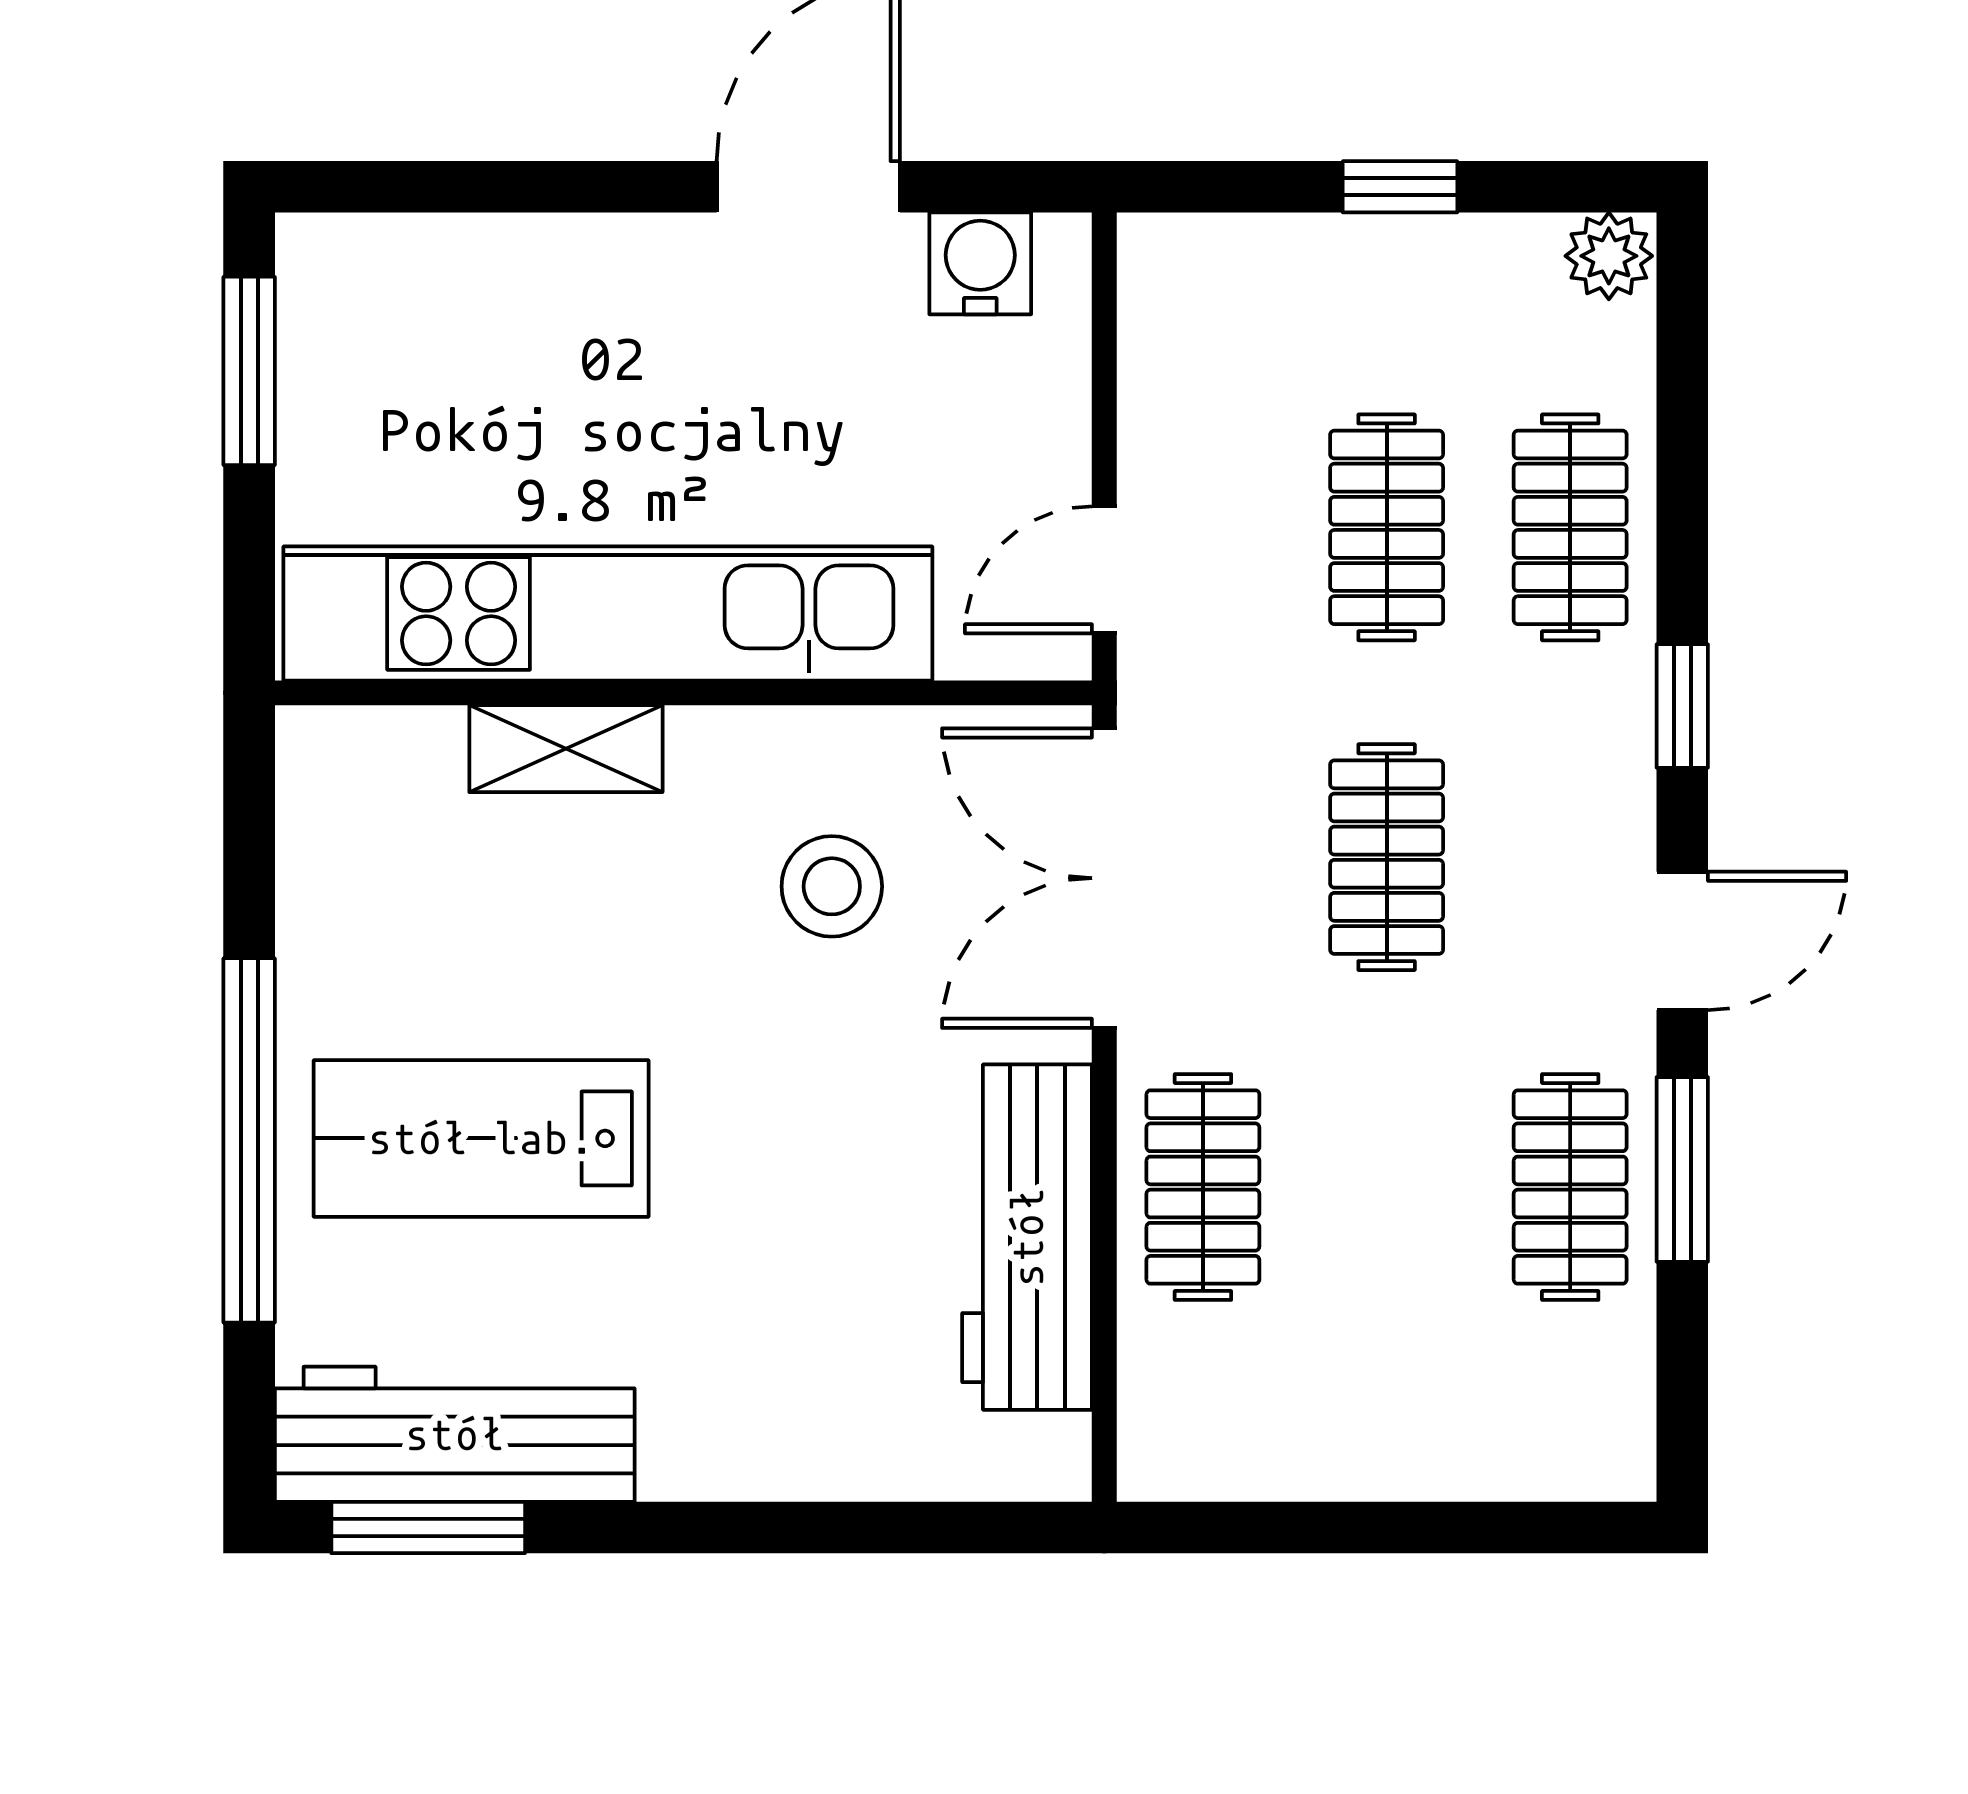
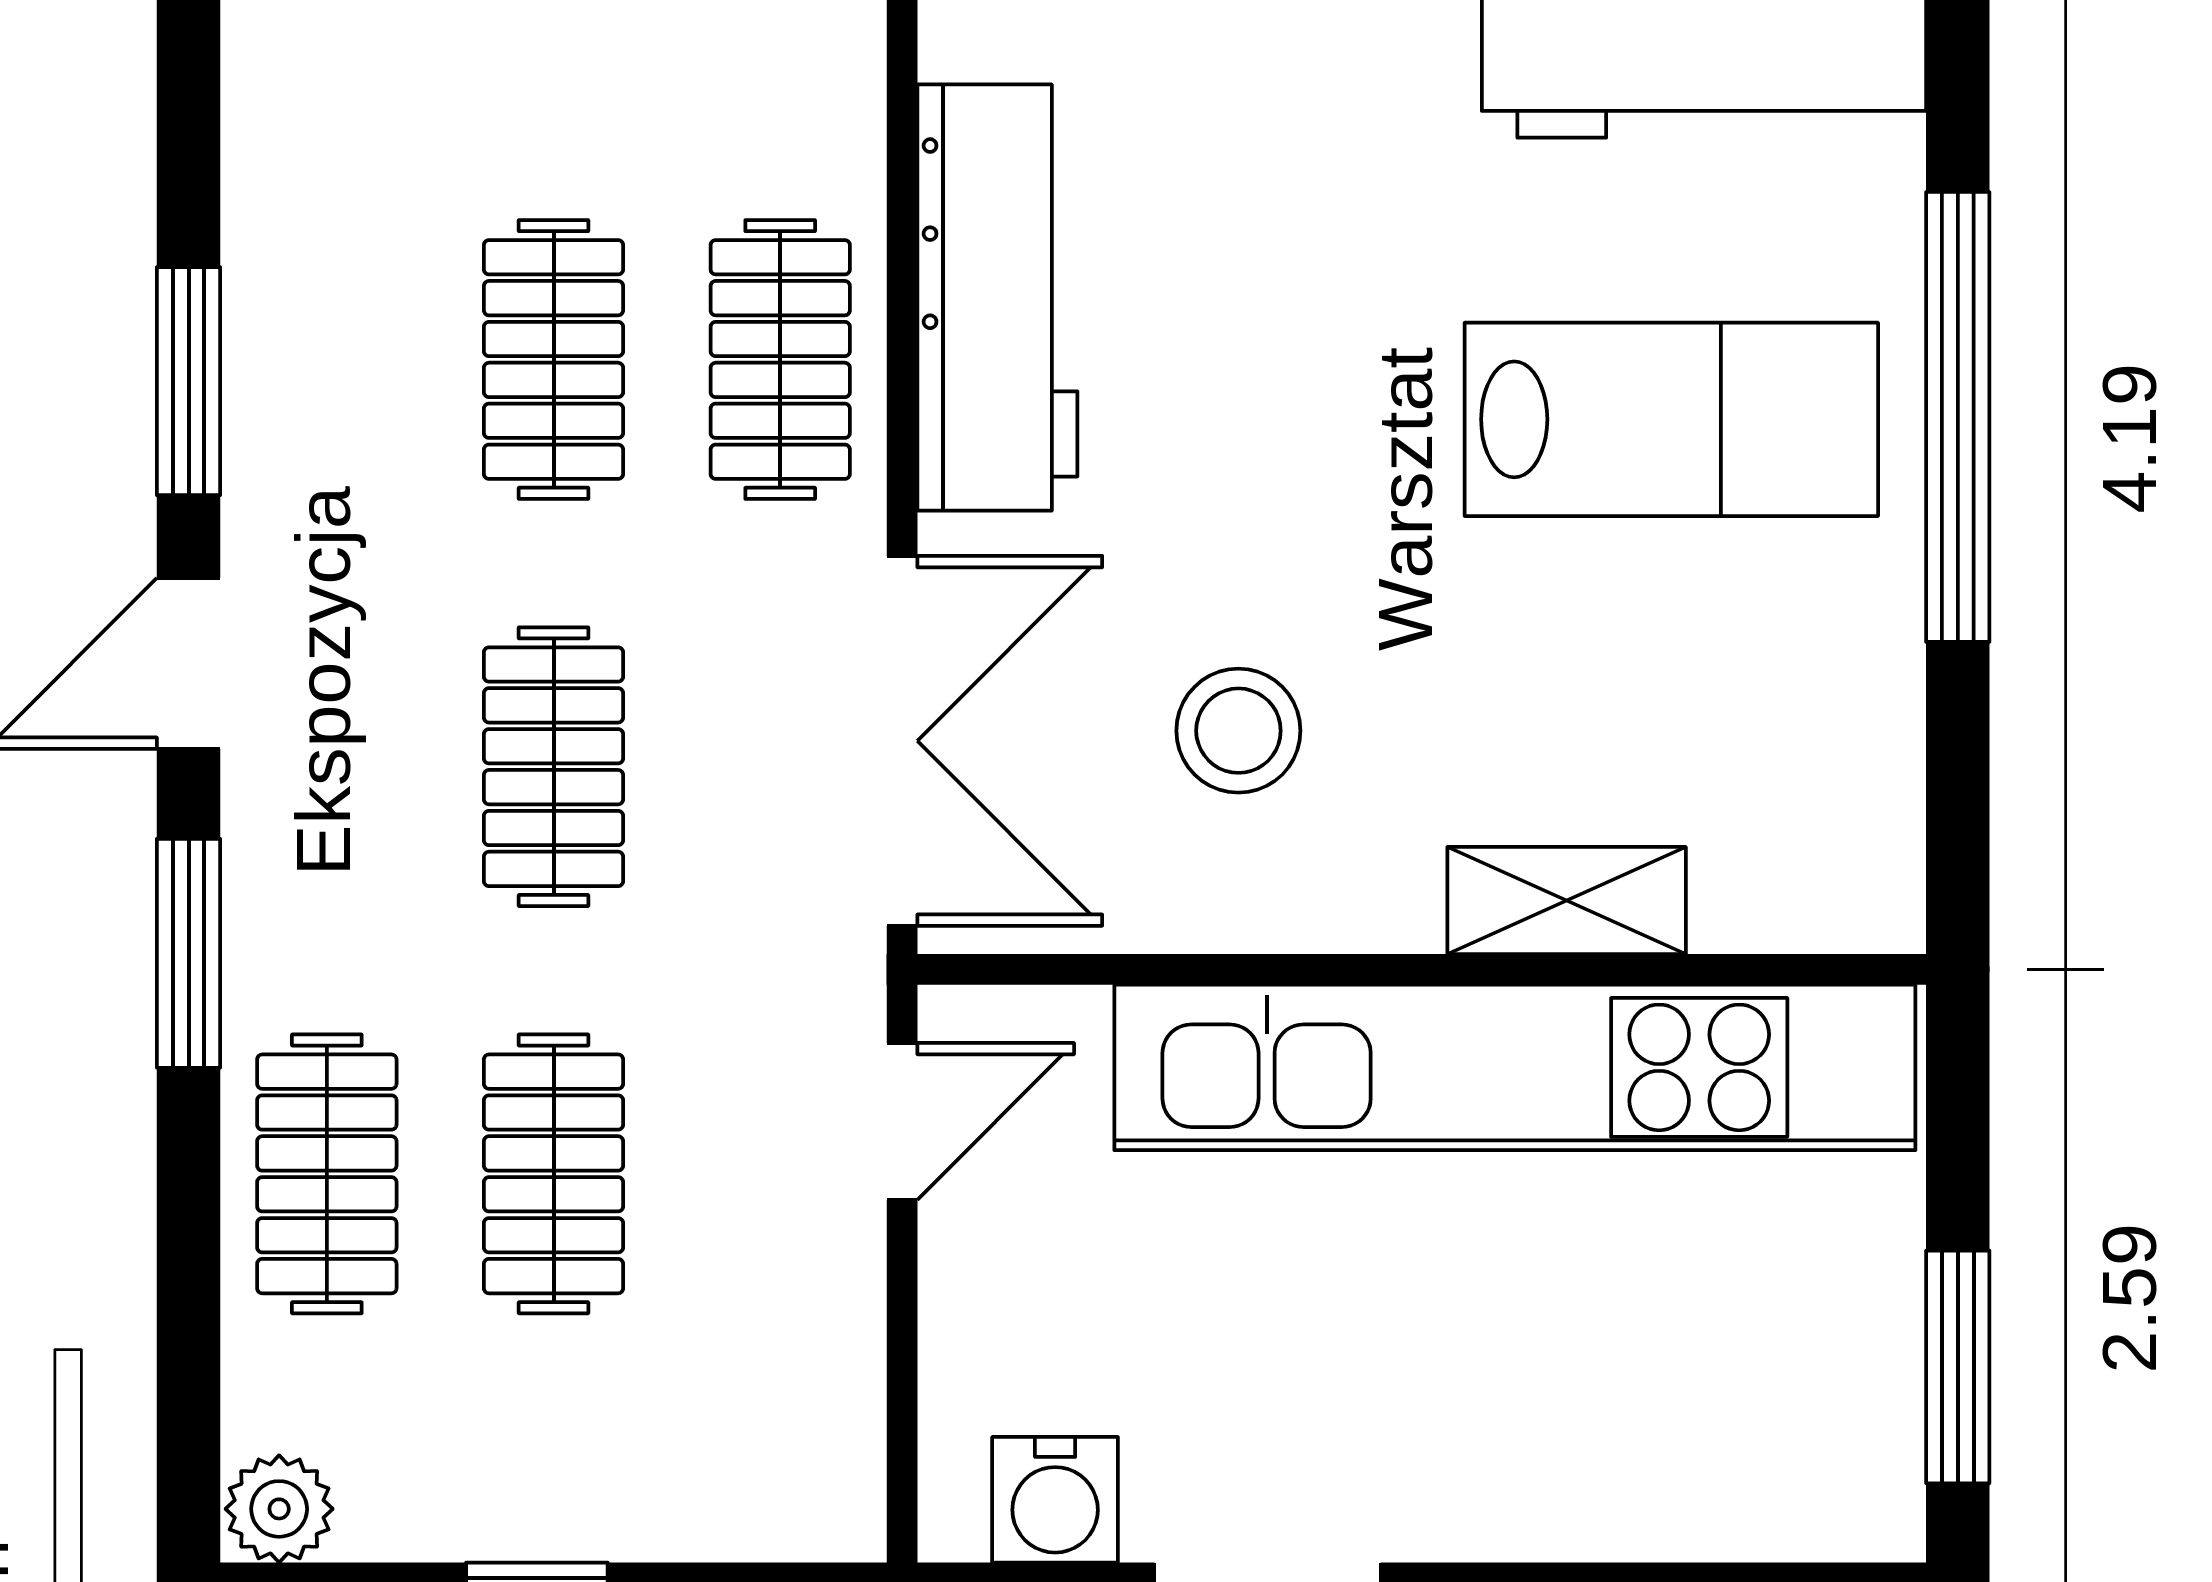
window: (1682, 706) -> (189, 953), width x1.50
clothes rail: (1570, 1187) -> (554, 359), moved

